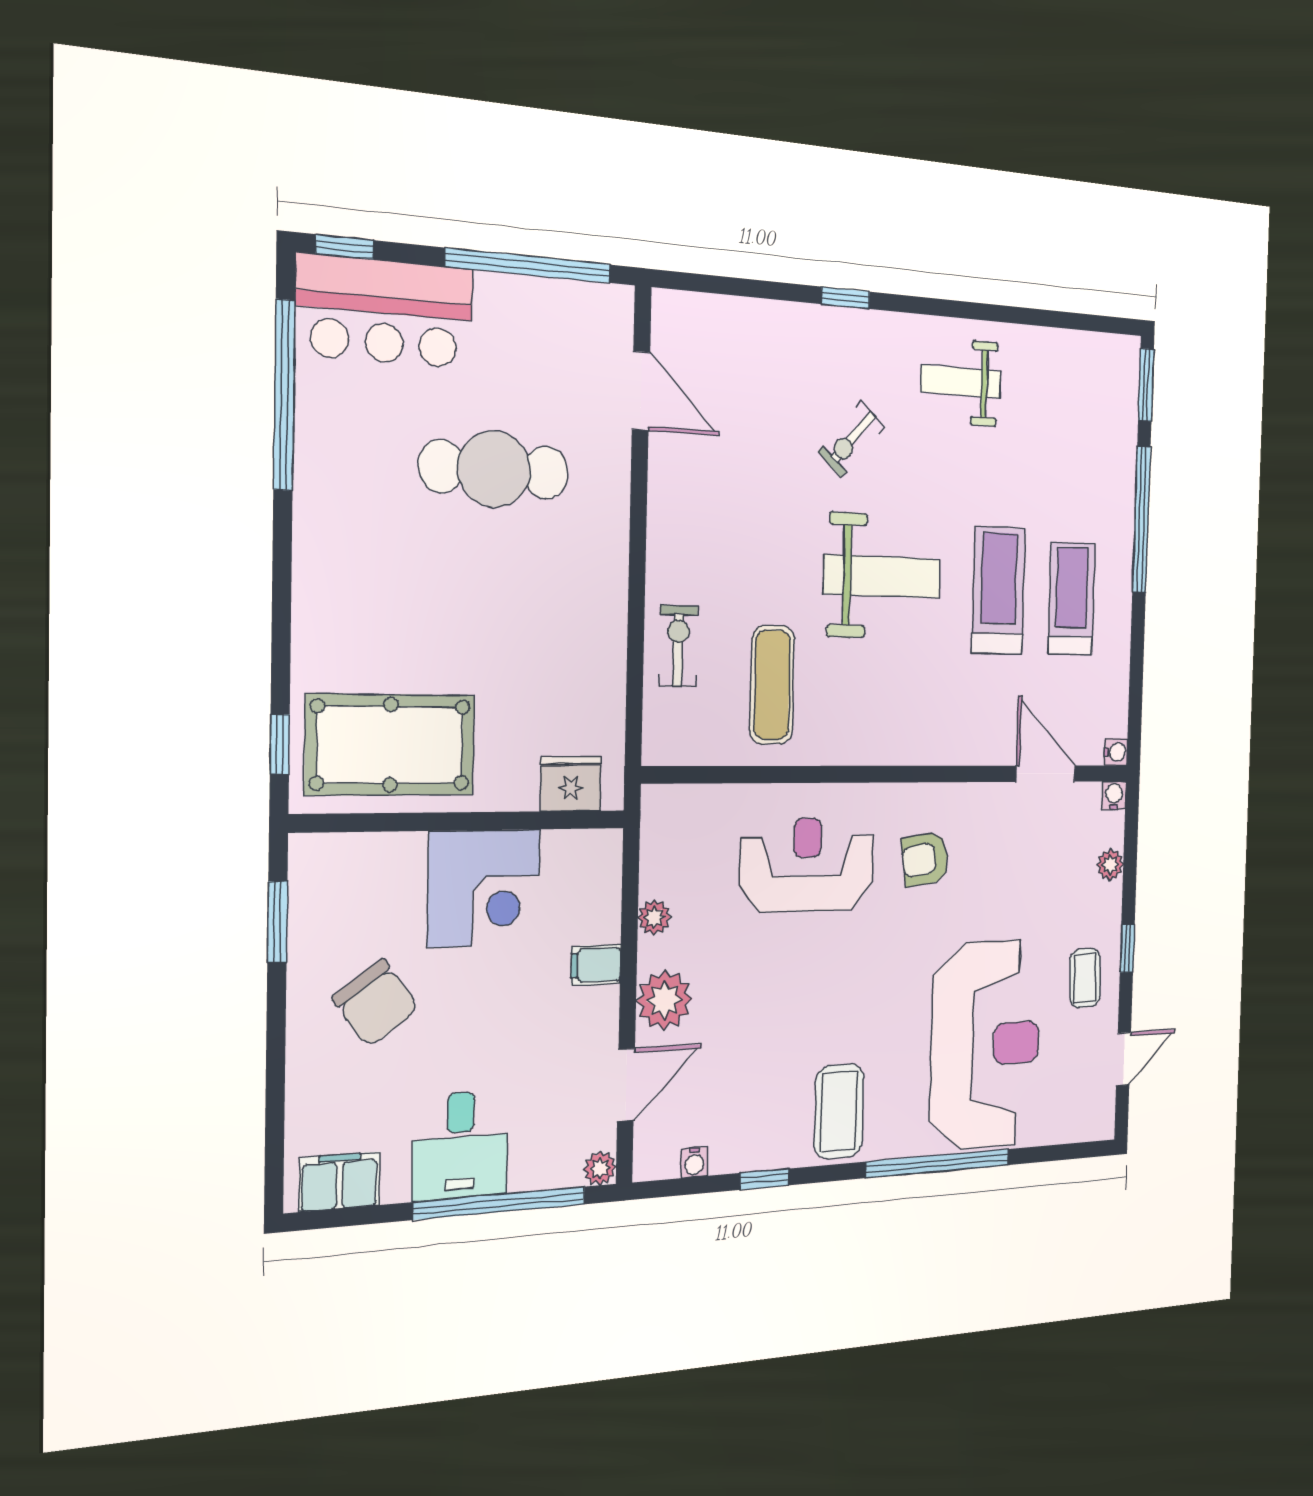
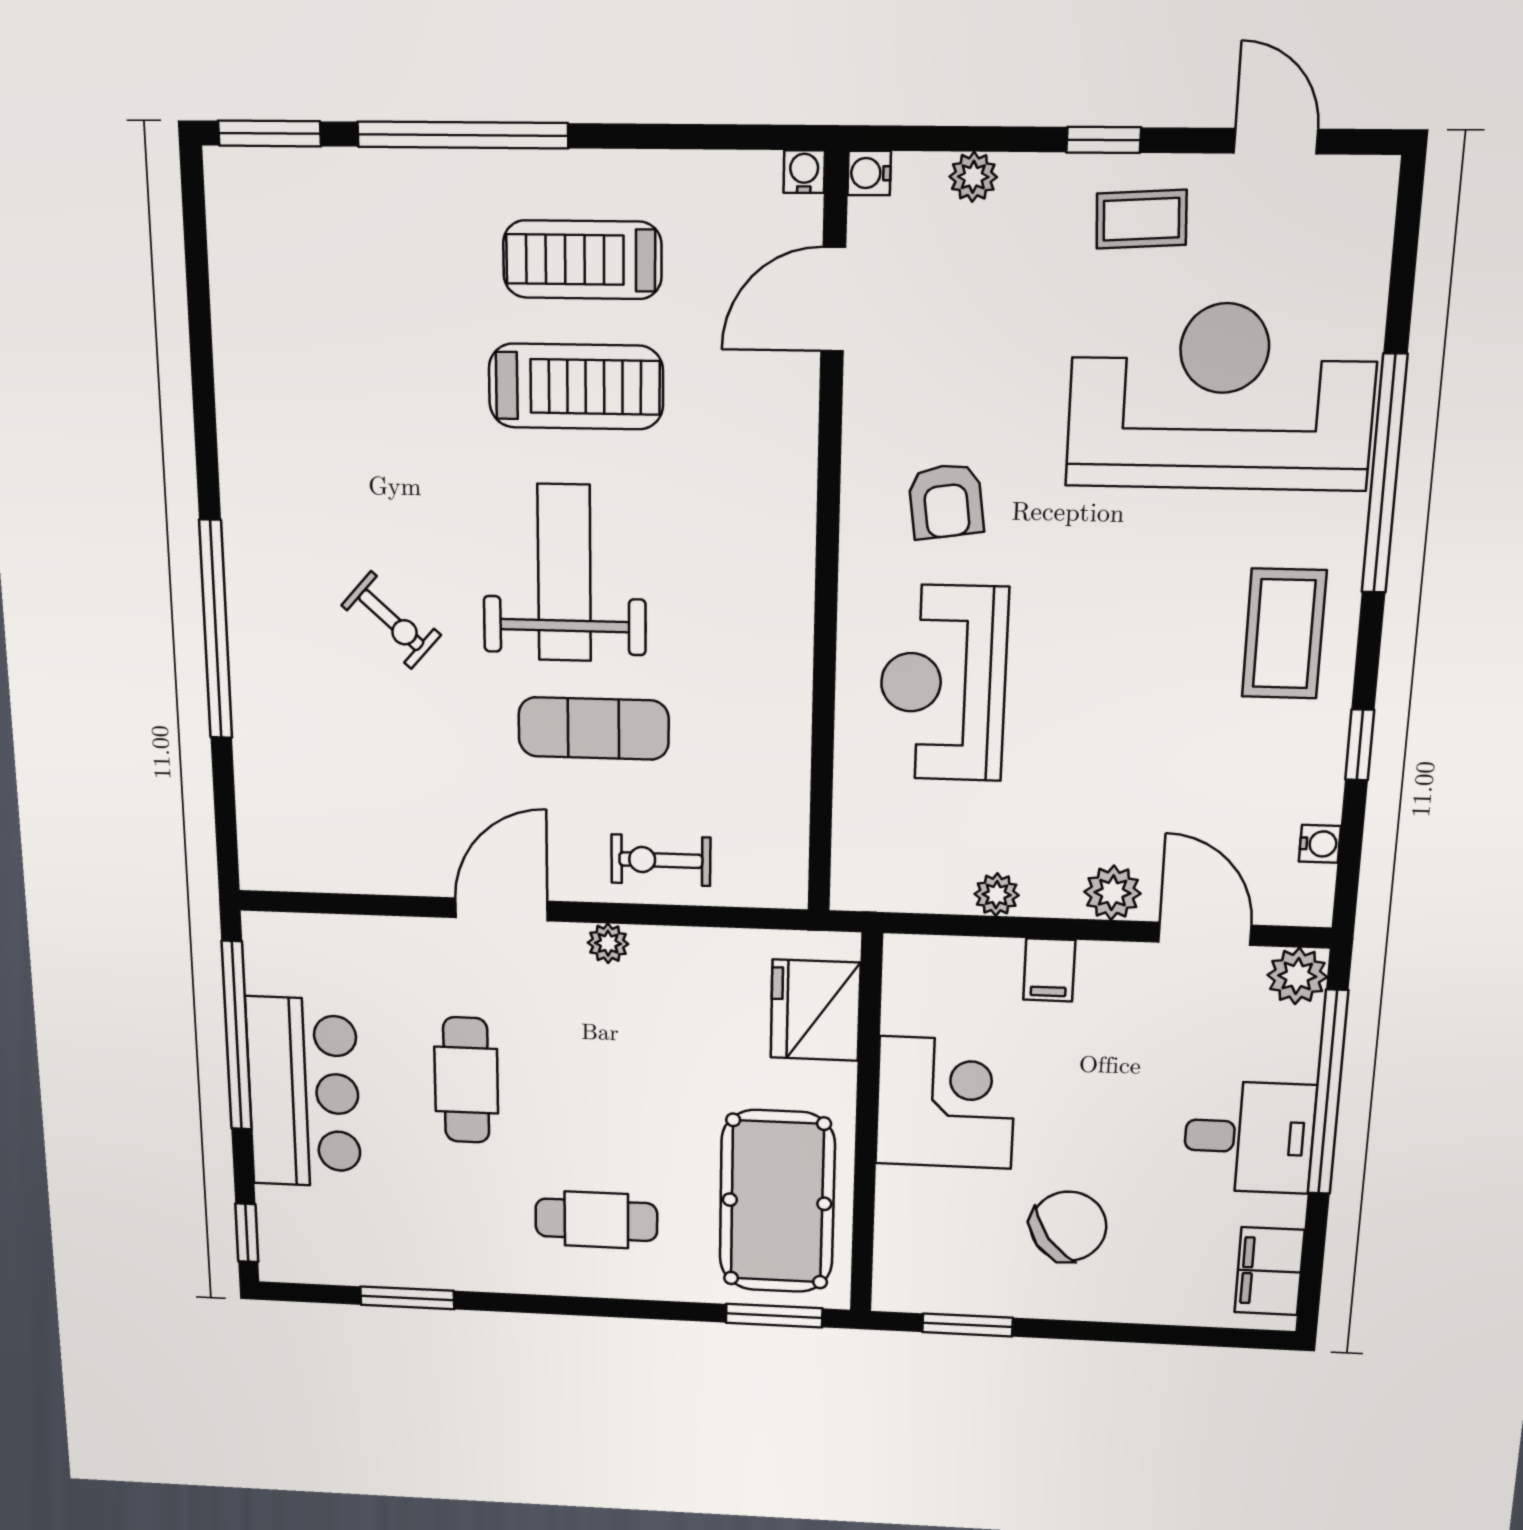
window: (845, 298) -> (216, 630), width x3.17
bar counter: (385, 311) -> (304, 1093), moved
weight bench: (961, 382) -> (300, 454), removed
door: (641, 391) -> (502, 909), moved
window: (284, 395) -> (407, 1298), width x0.47
cafe table: (494, 469) -> (466, 1080), width x0.73, depth x0.74
cafe table: (368, 580) -> (596, 1220), added
treadmill: (999, 591) -> (576, 387), turned 180
plant: (612, 600) -> (608, 943), added
exercise mat: (772, 685) -> (594, 728), moved
window: (280, 744) -> (774, 1316), width x1.50
fridge: (571, 784) -> (815, 1010), width x1.36, depth x1.34
plant: (664, 1000) -> (1112, 893), width x0.73, depth x0.73
coffee table: (839, 1111) -> (1284, 634), turned 90
plant: (600, 1168) -> (1297, 976), width x1.38, depth x1.38

